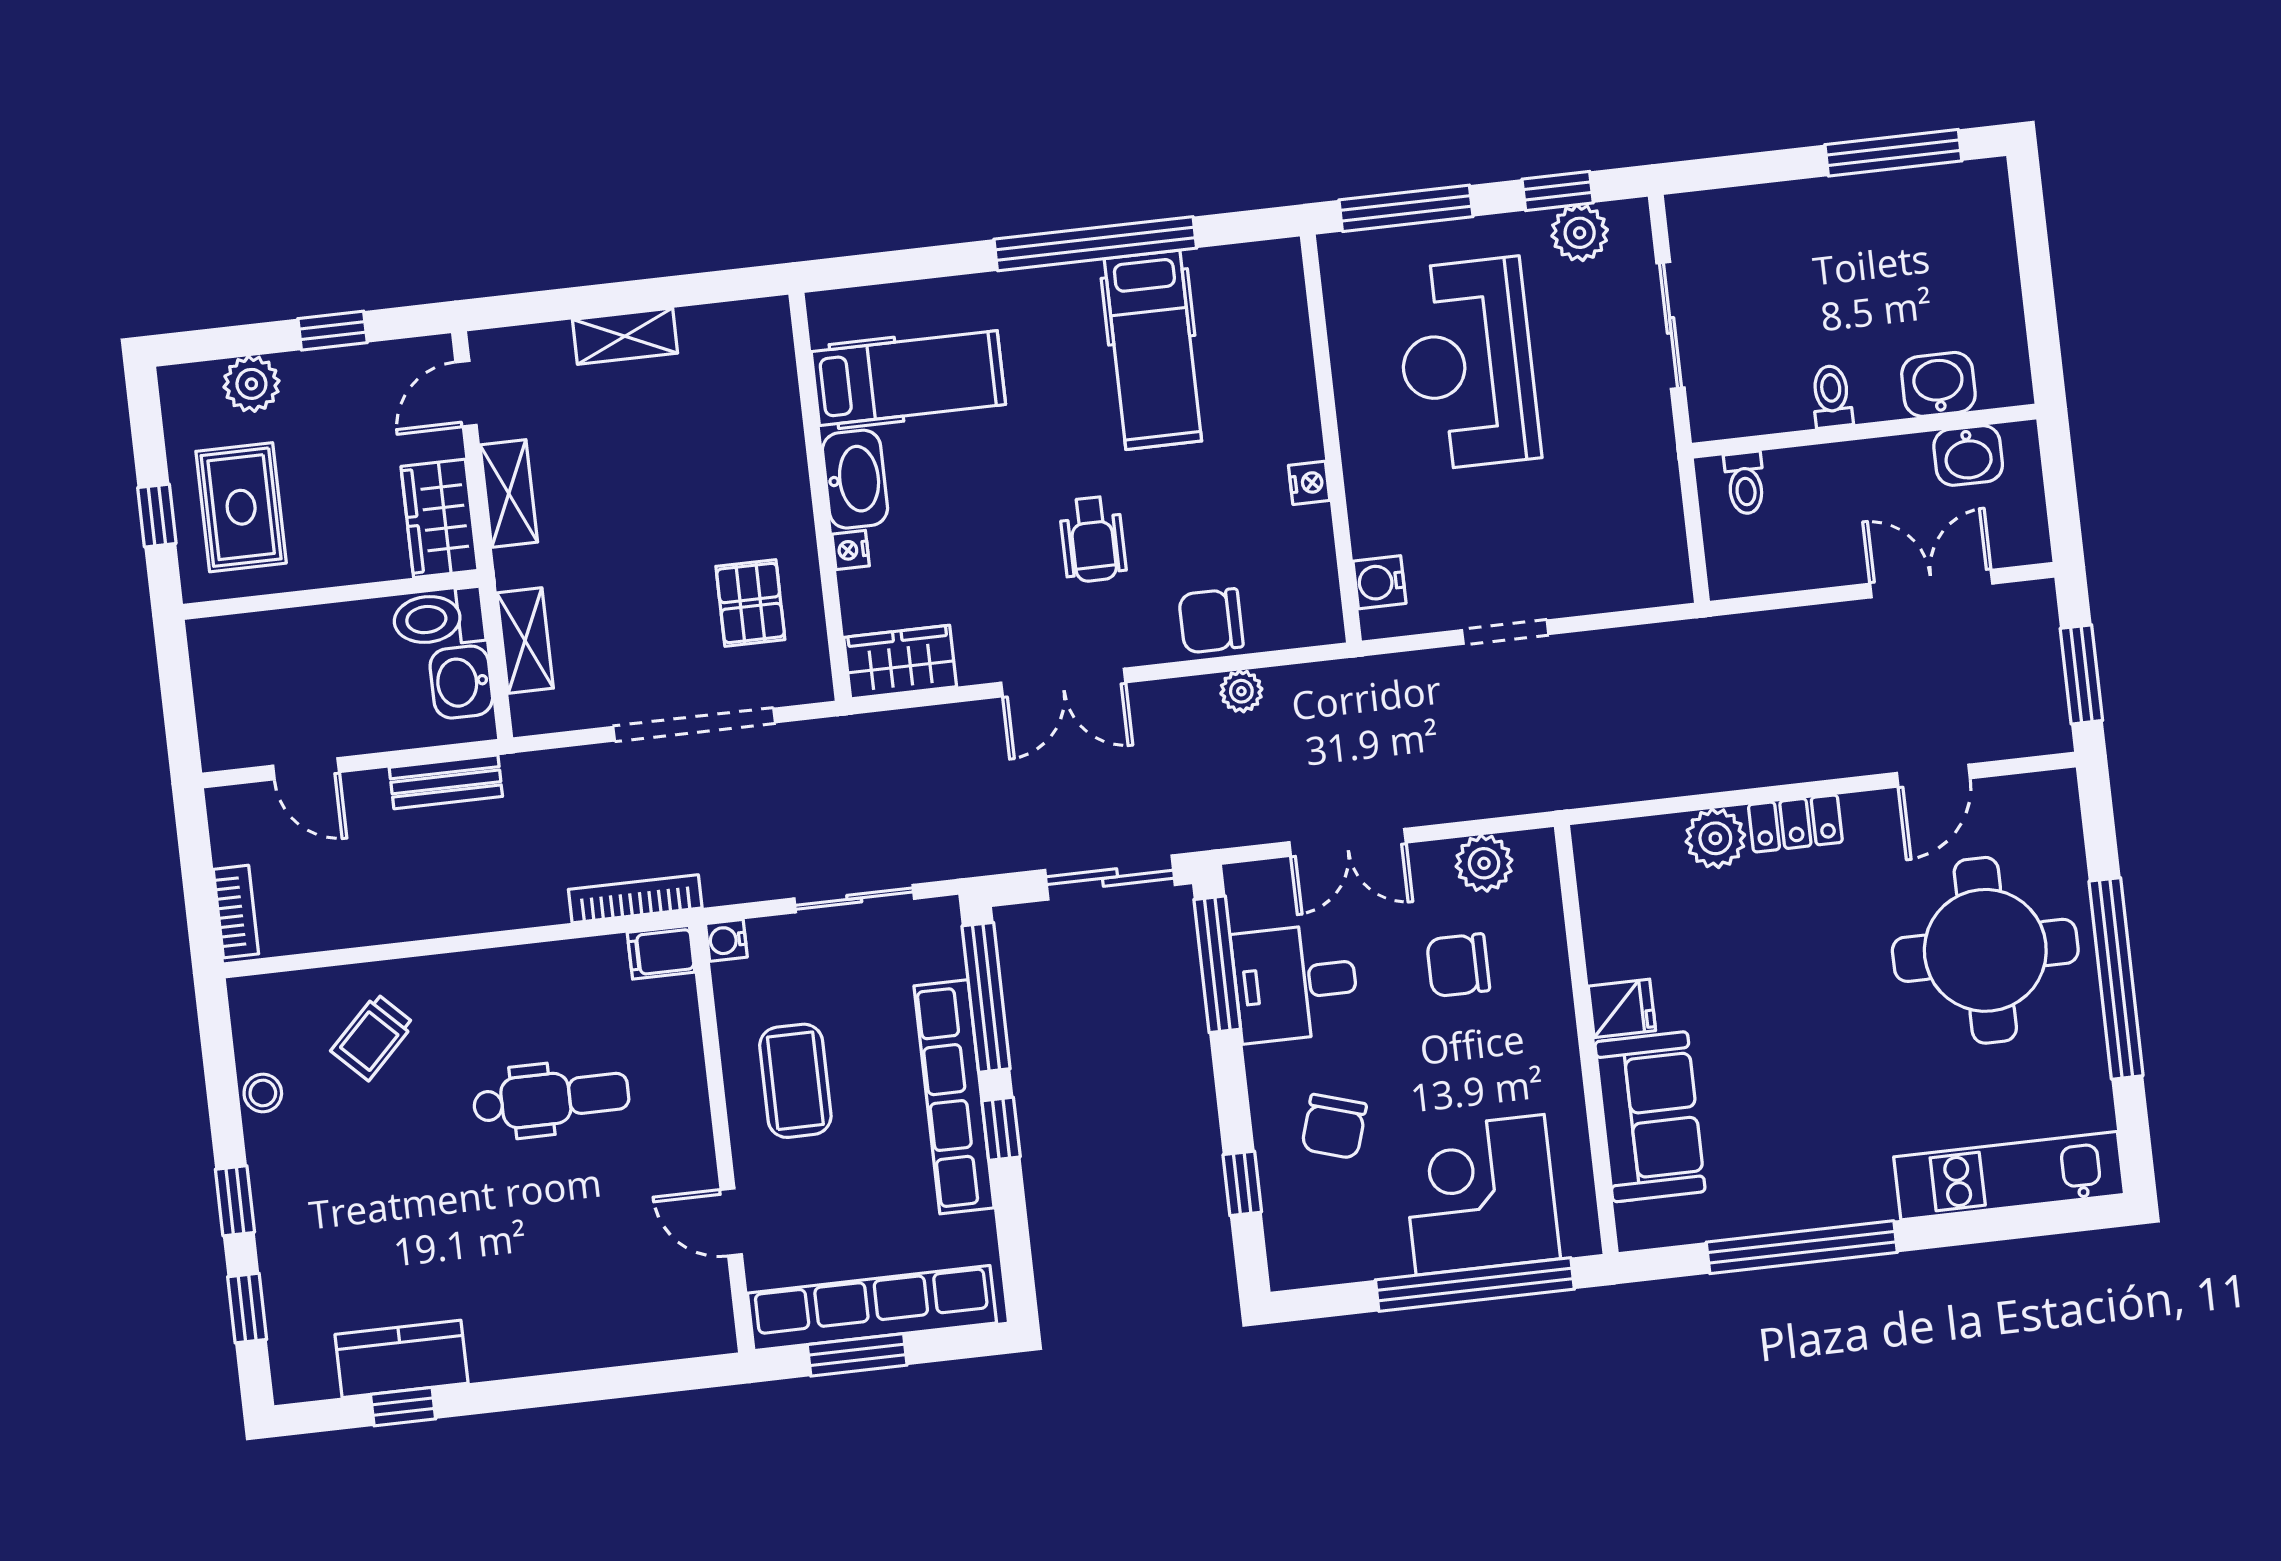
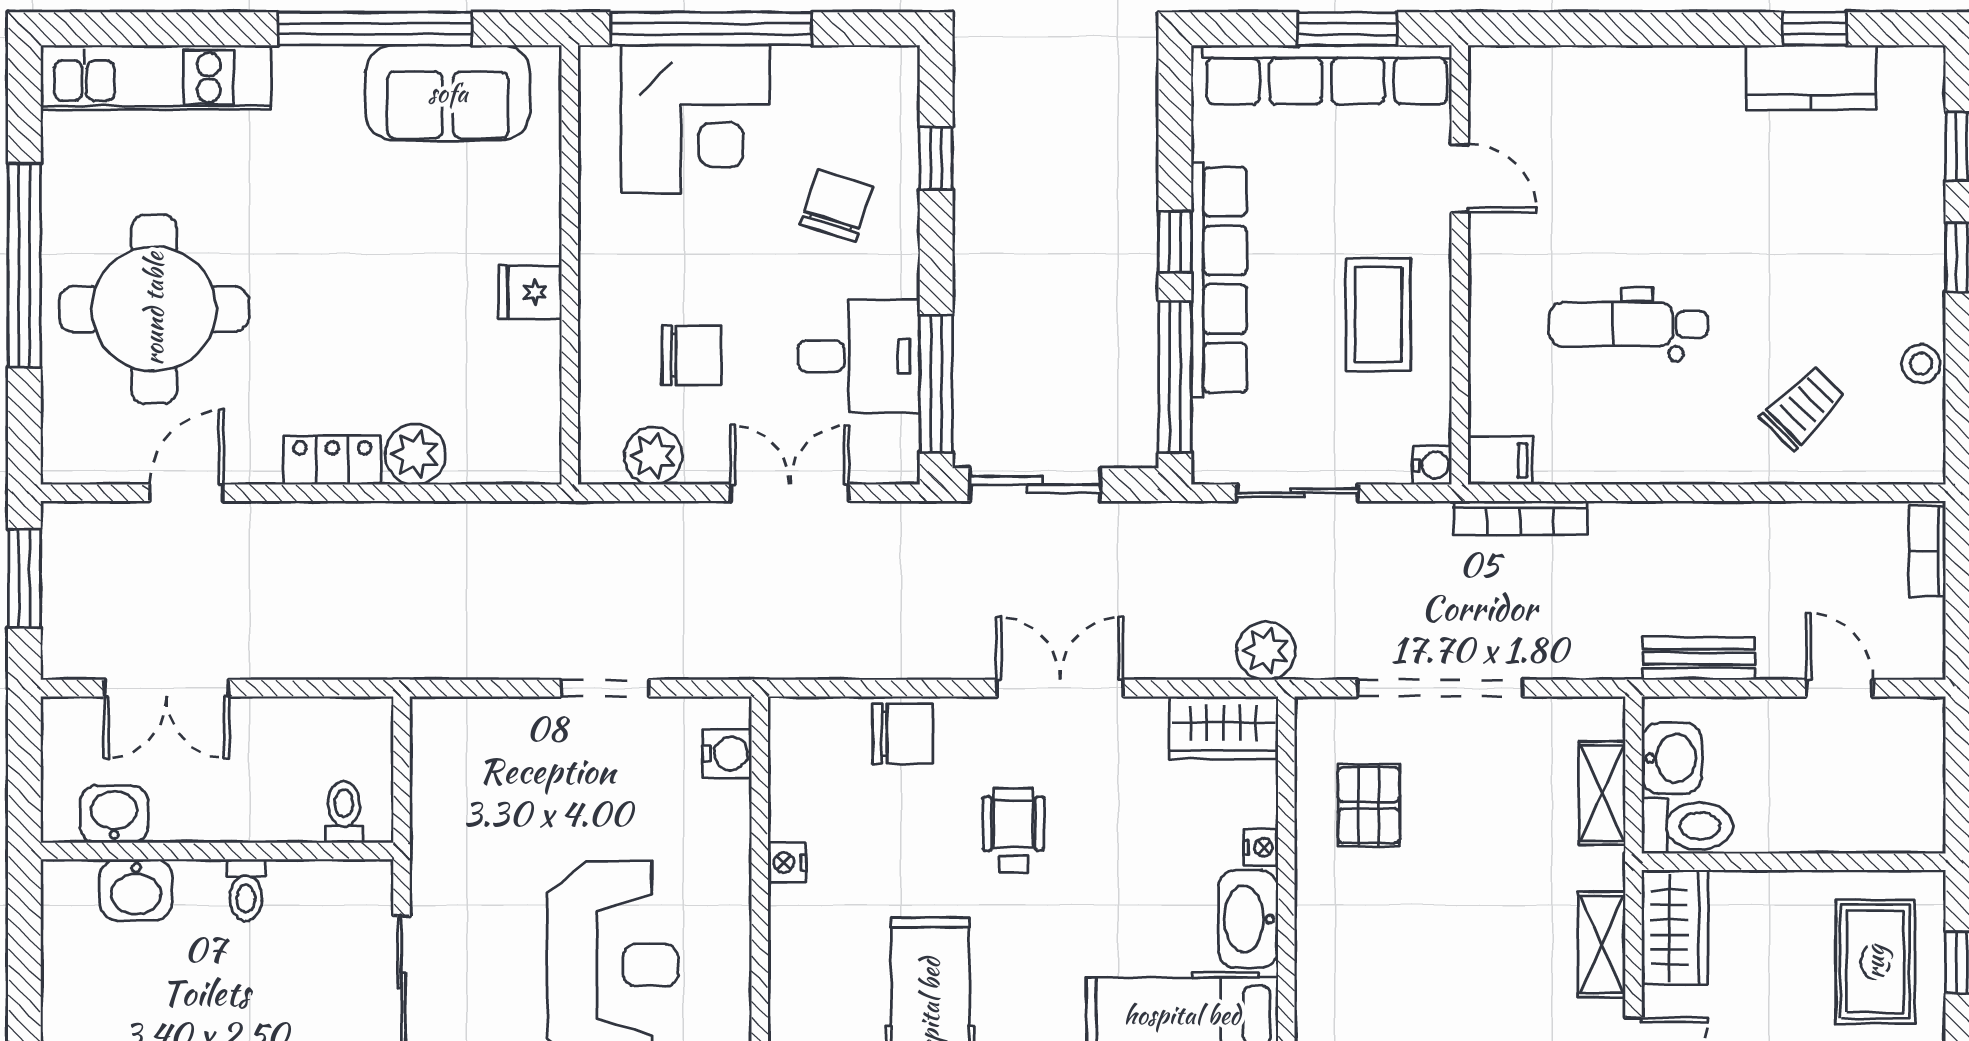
plant: (1241, 691) -> (1266, 651), moved, width x1.38, depth x1.38
sofa: (1650, 1117) -> (448, 93), moved, turned -90

